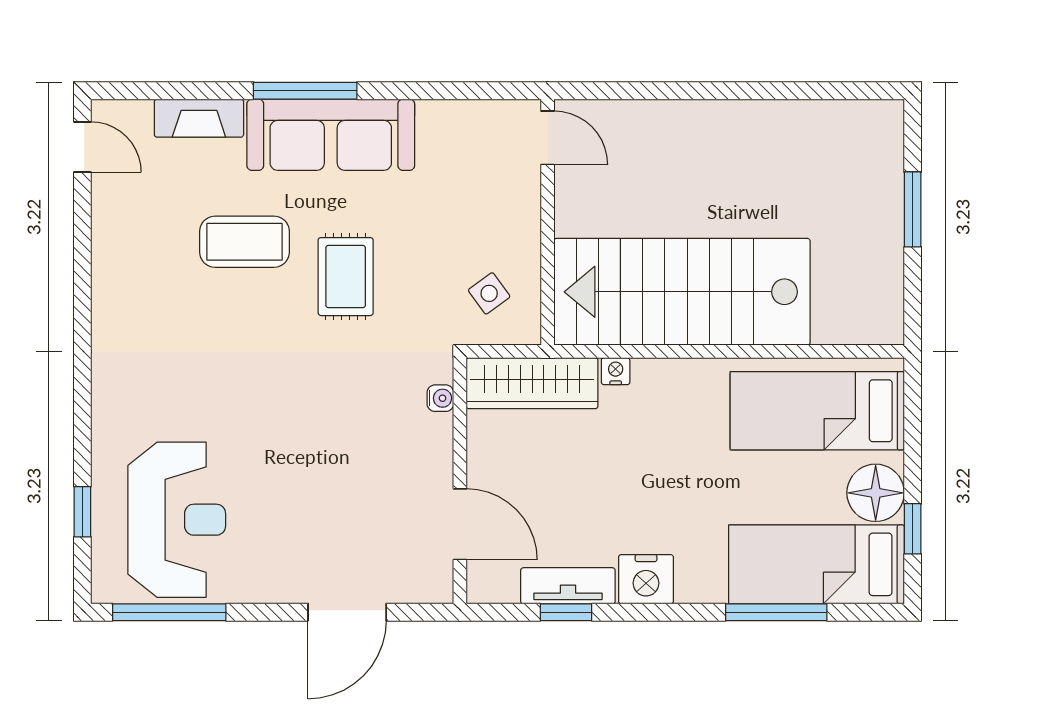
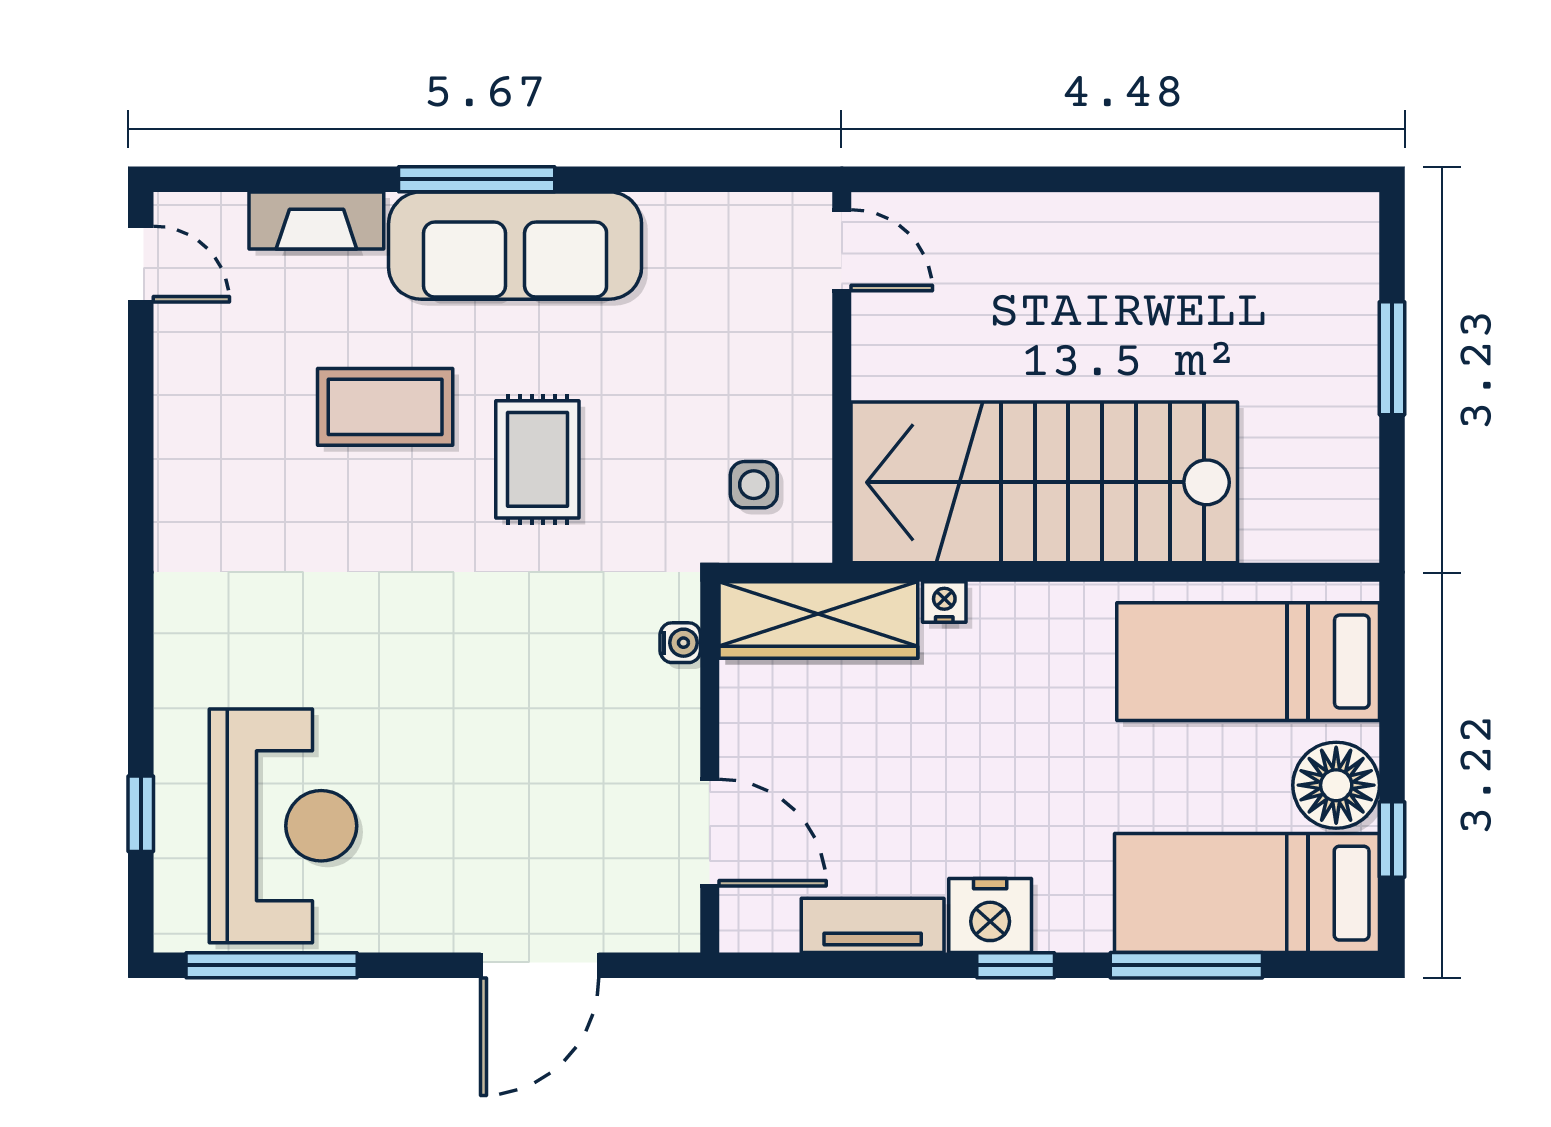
side table: (489, 293) -> (754, 485), turned 36
window: (566, 612) -> (1016, 965), moved

